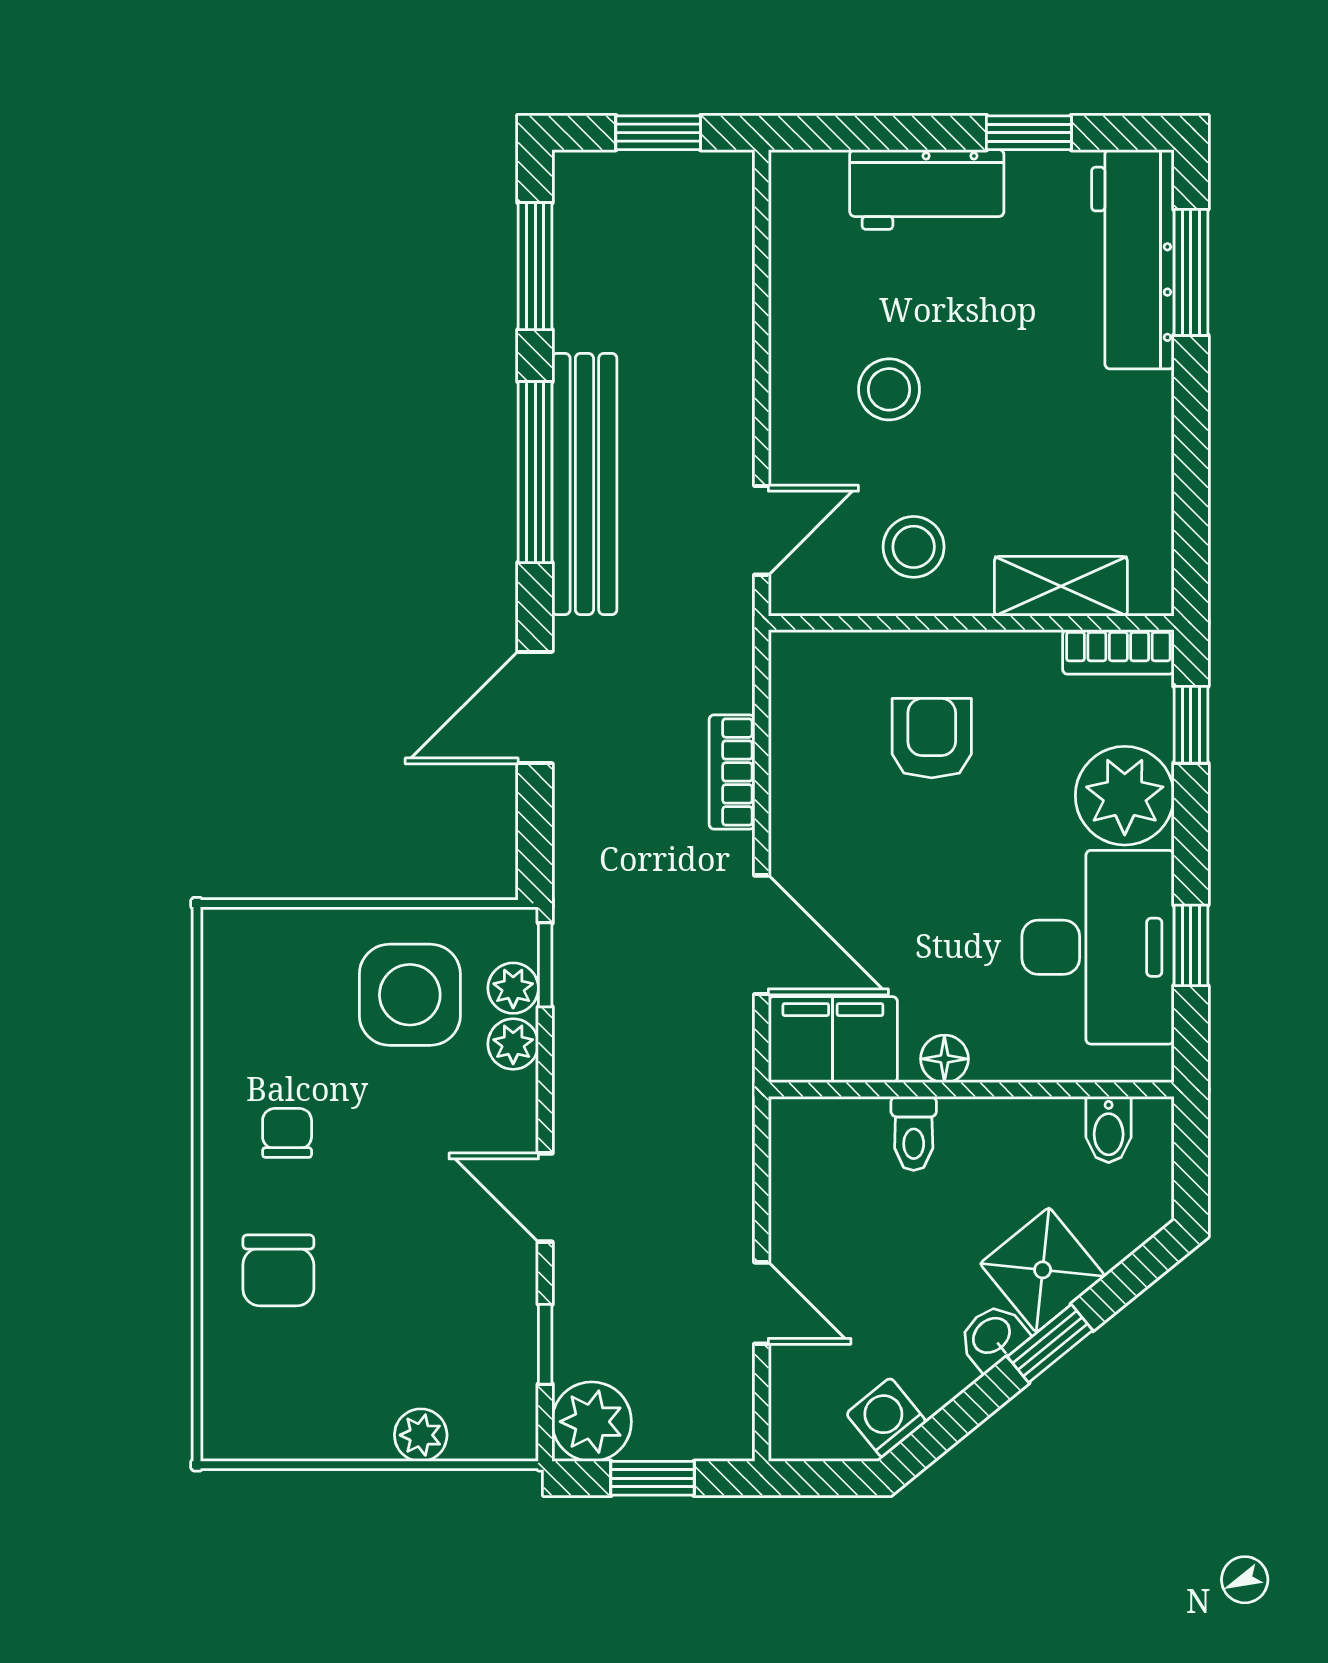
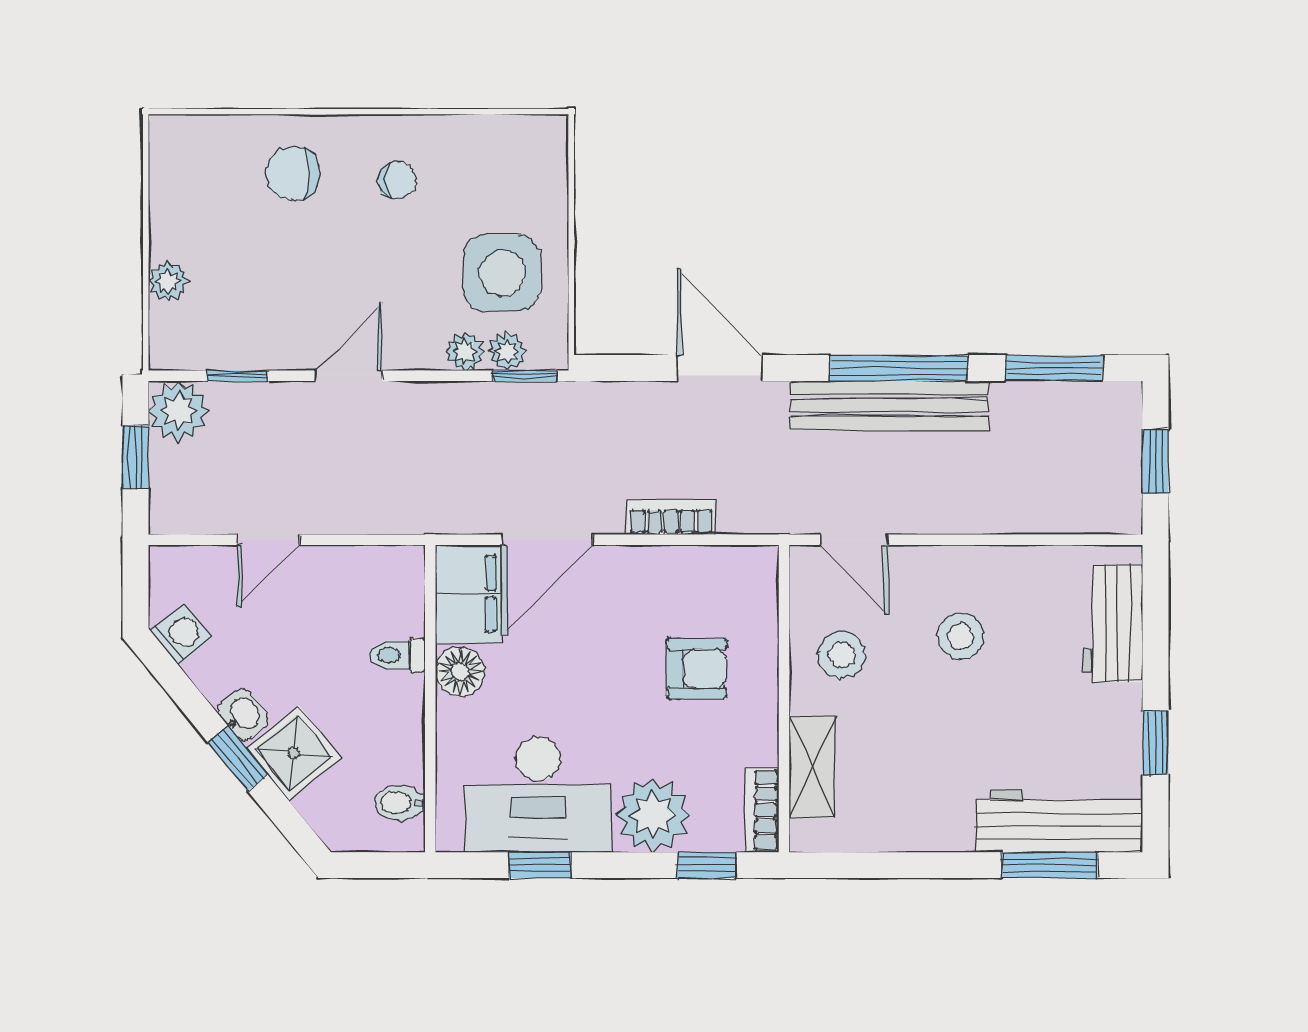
workbench: (927, 189) -> (1113, 624), moved
floor lamp: (944, 1059) -> (460, 672), width x1.37, depth x1.37

